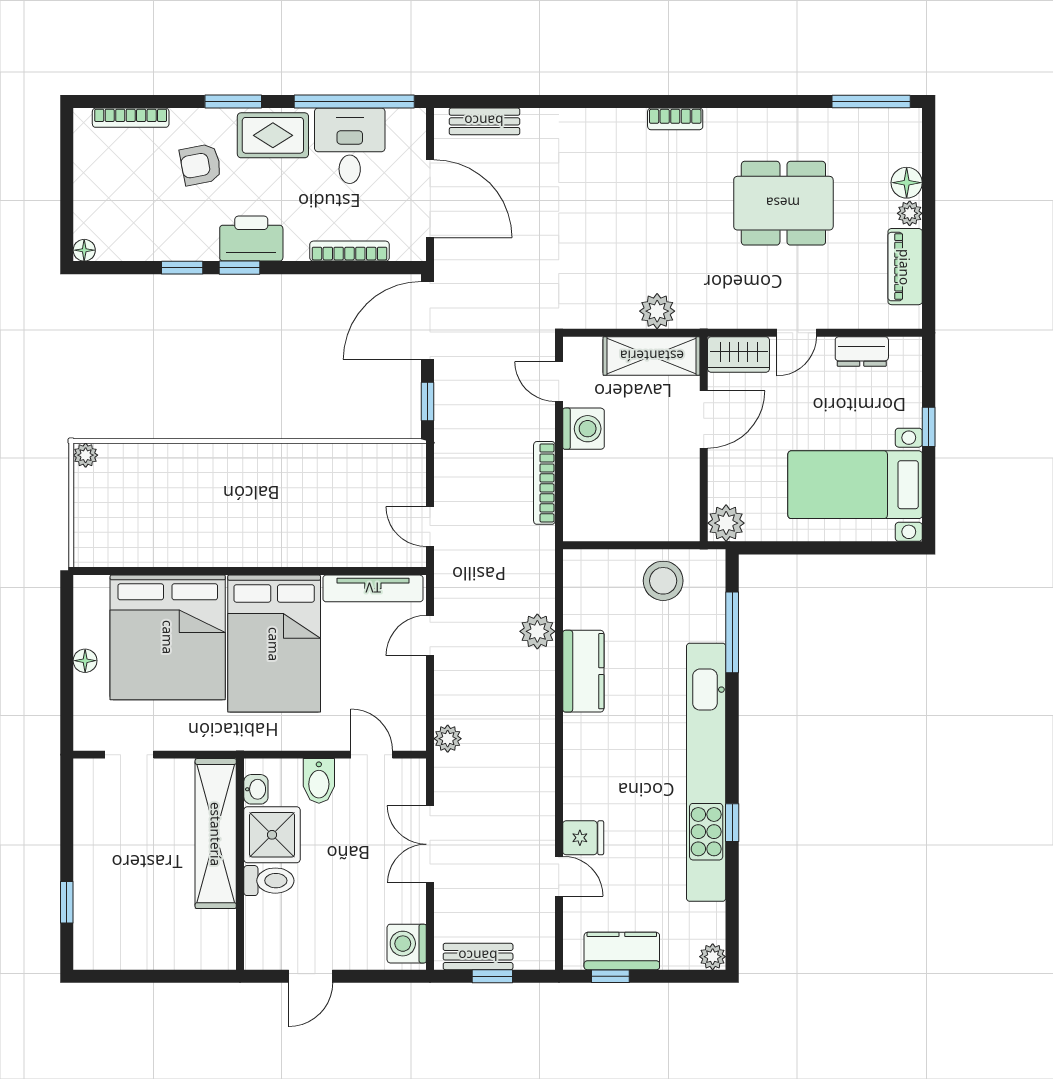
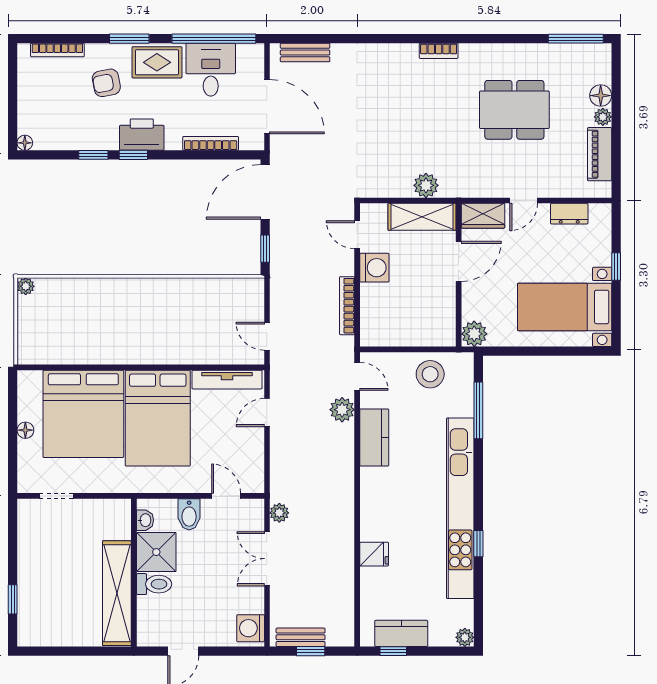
plant: (448, 739) -> (279, 513), moved
shelving: (216, 834) -> (117, 593), moved
door: (559, 876) -> (357, 376), moved

